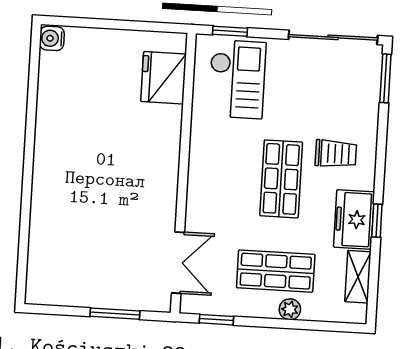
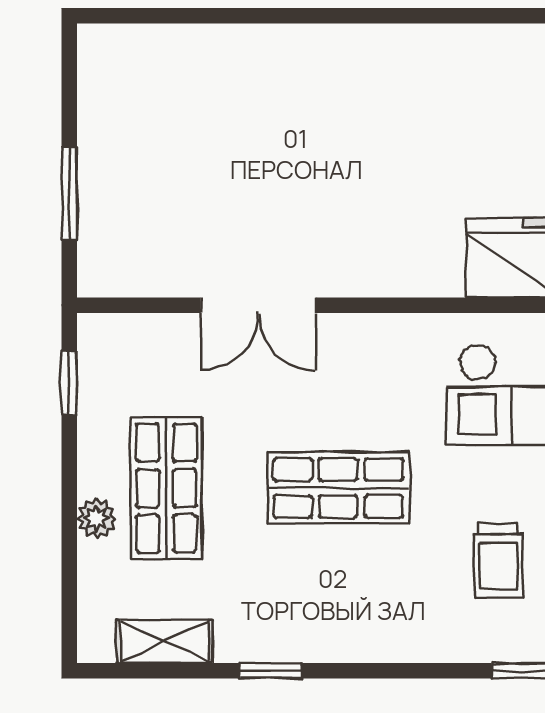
trolley: (336, 154) -> (498, 560), moved
freezer: (354, 219) -> (271, 628), removed
double door: (178, 263) -> (258, 305), moved

